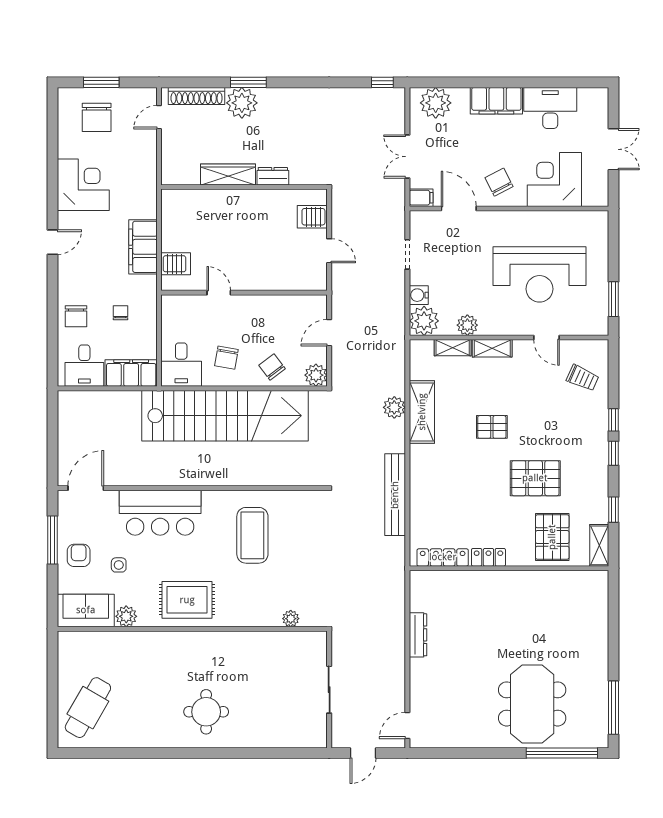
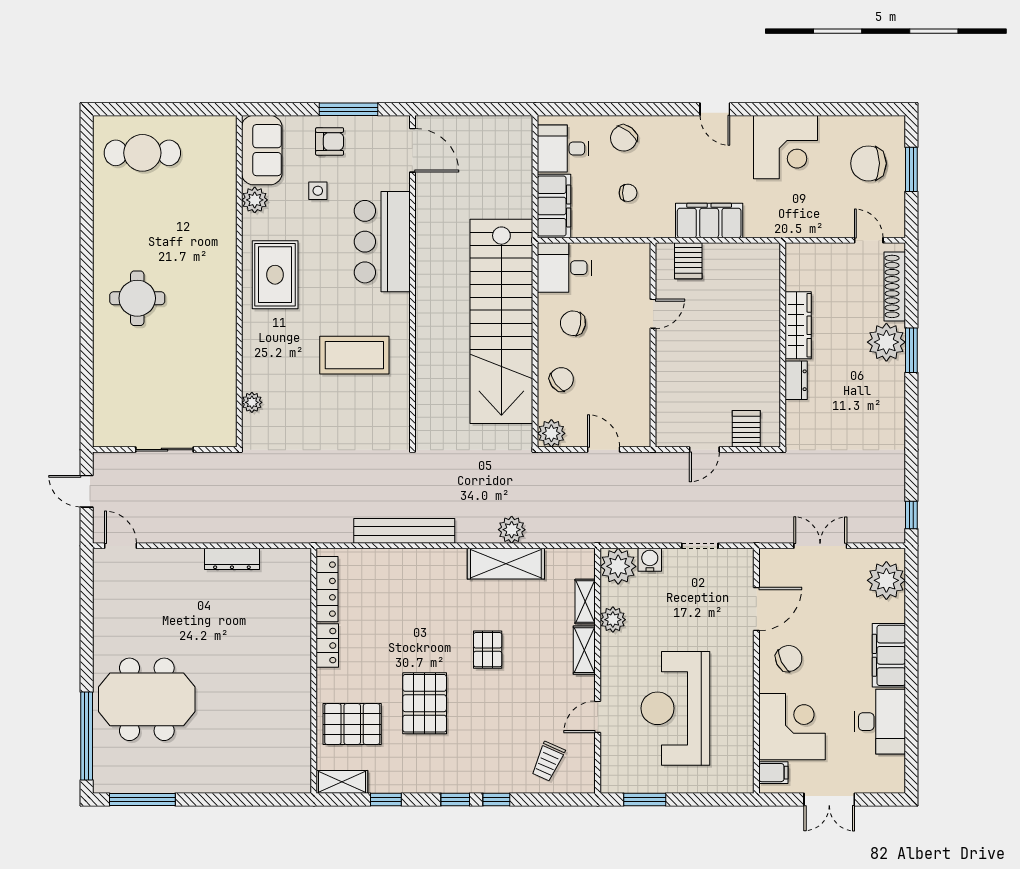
filing cabinet: (421, 198) -> (773, 773), moved, turned -90
chair: (76, 316) -> (624, 138), turned -52
cafe table: (88, 708) -> (142, 153), turned -30

